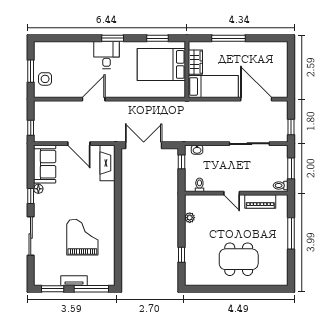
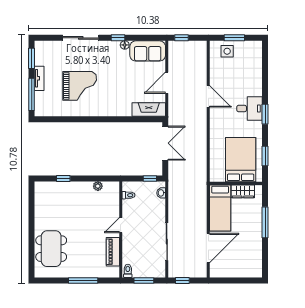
dining table: (239, 259) -> (51, 249), moved

